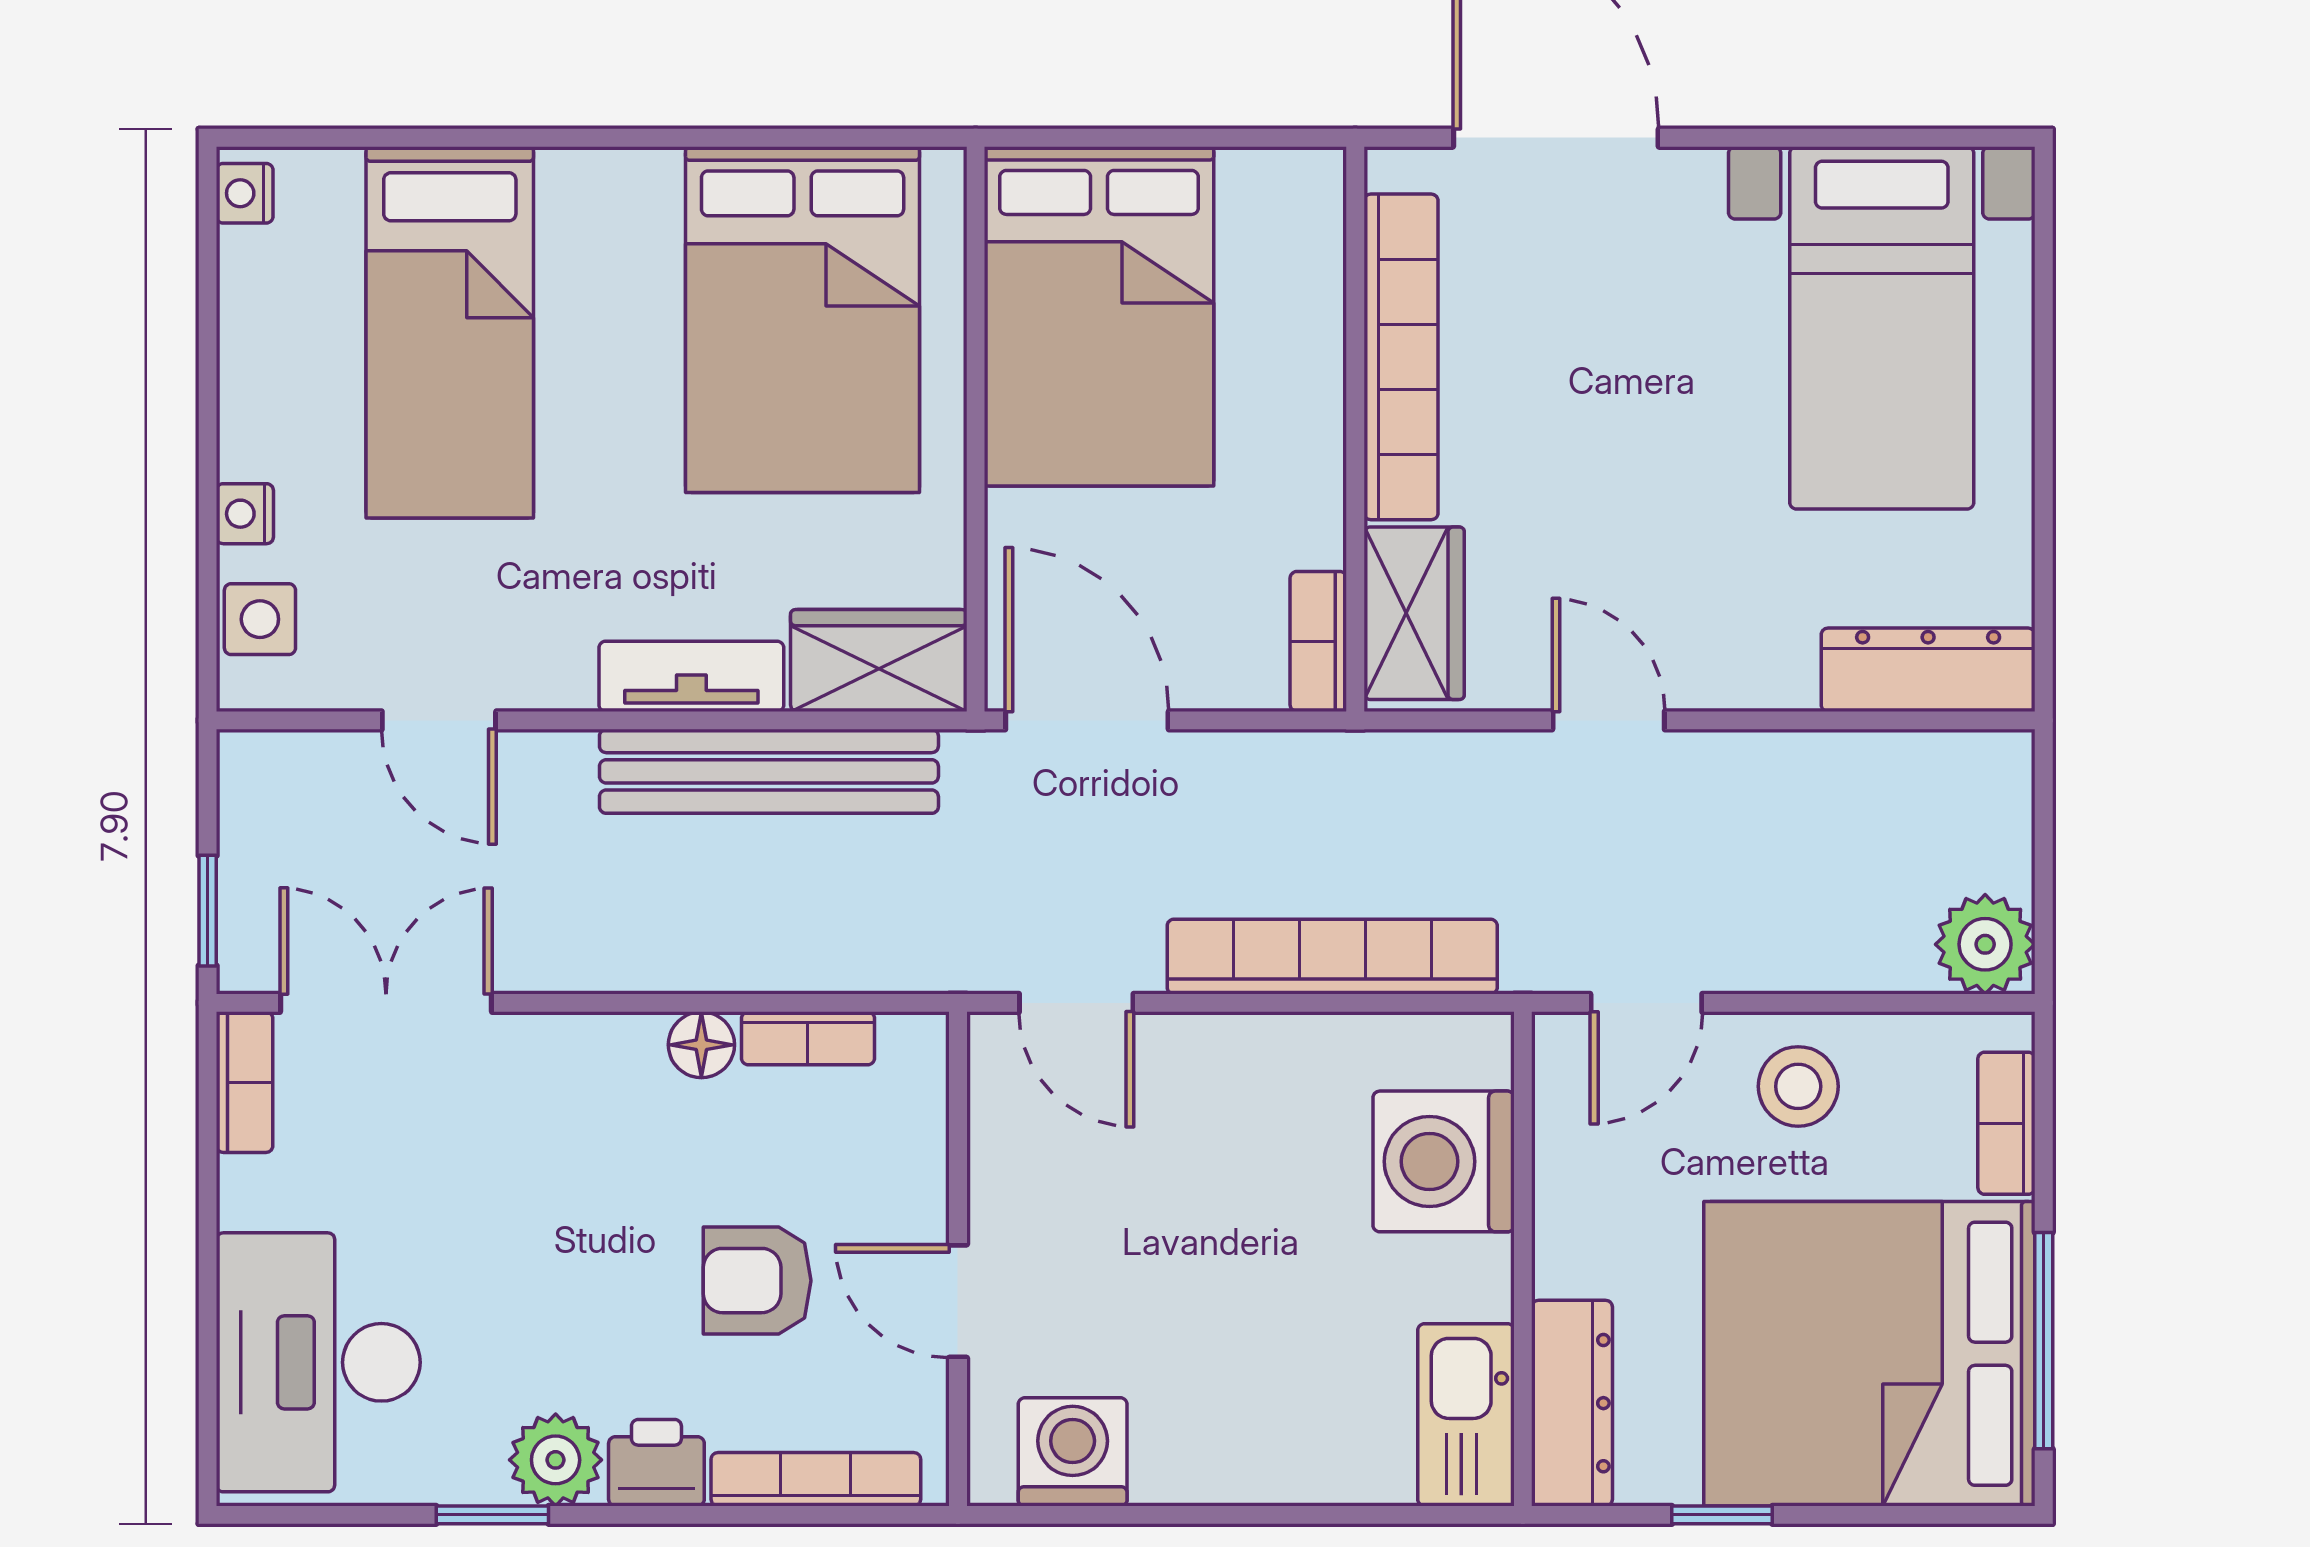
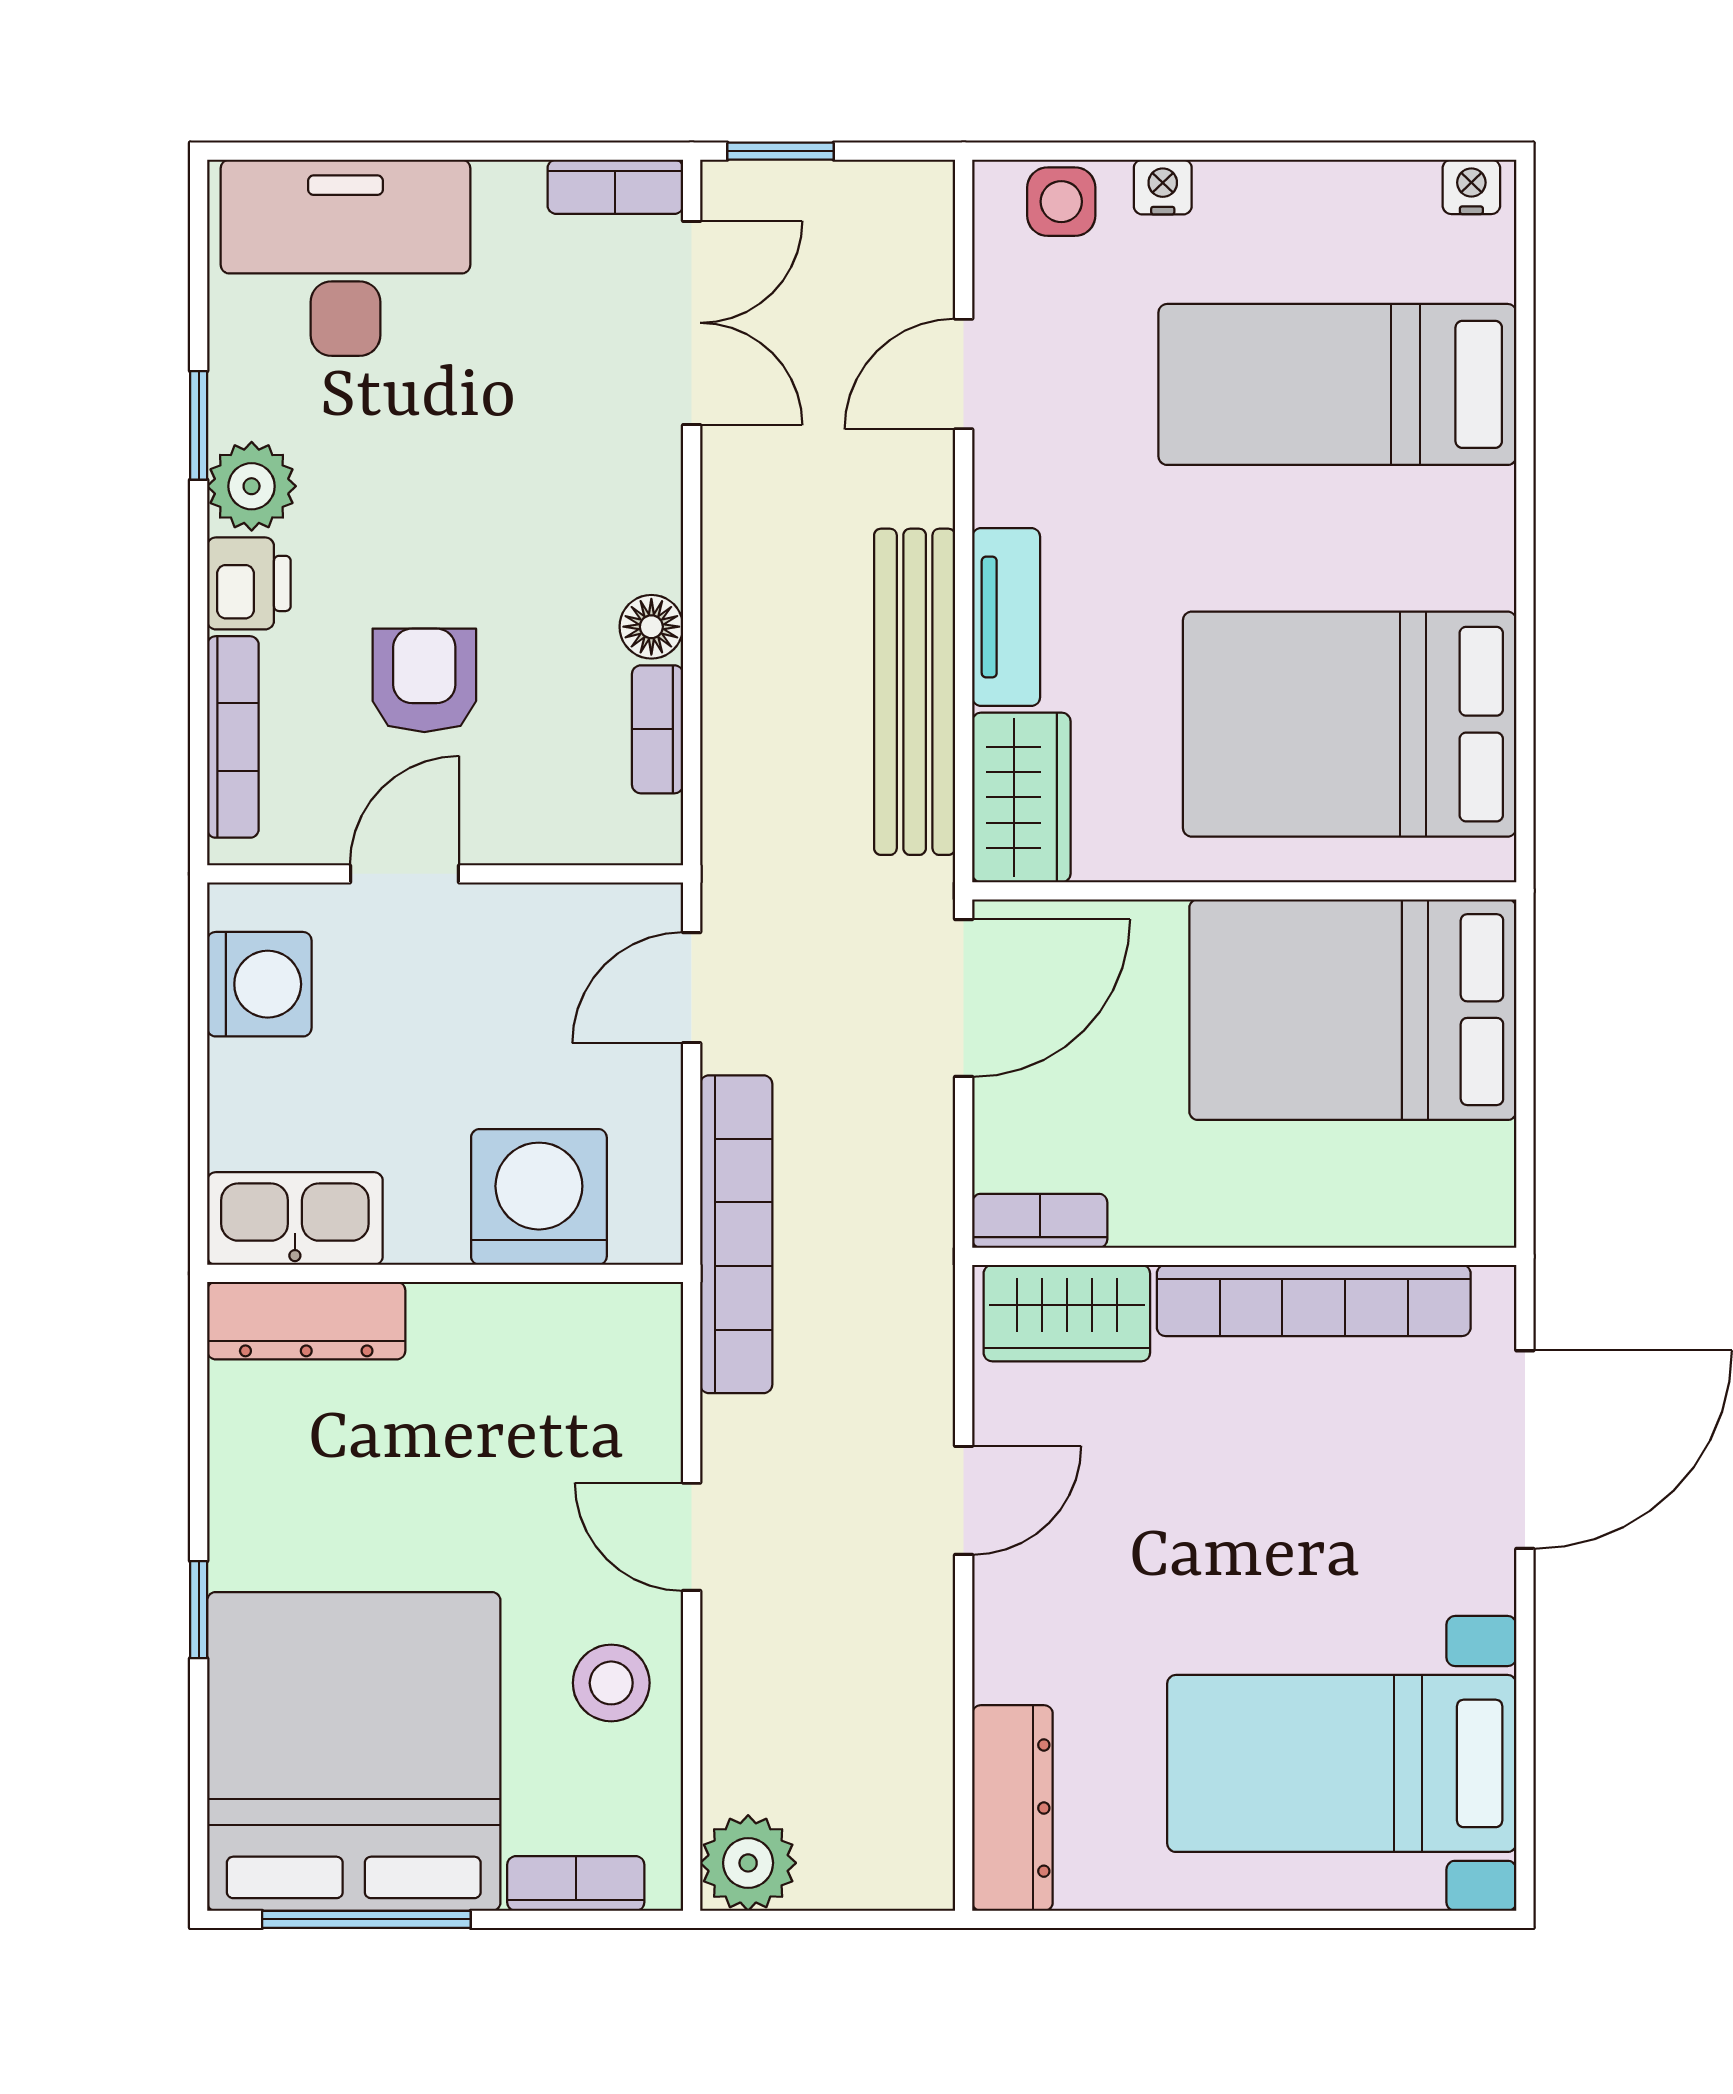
washing machine: (1444, 1161) -> (539, 1197), moved
wall: (1523, 1259) -> (445, 1273), moved
dresser: (1572, 1403) -> (306, 1321), moved
kitchen sink: (1466, 1415) -> (295, 1219), moved

